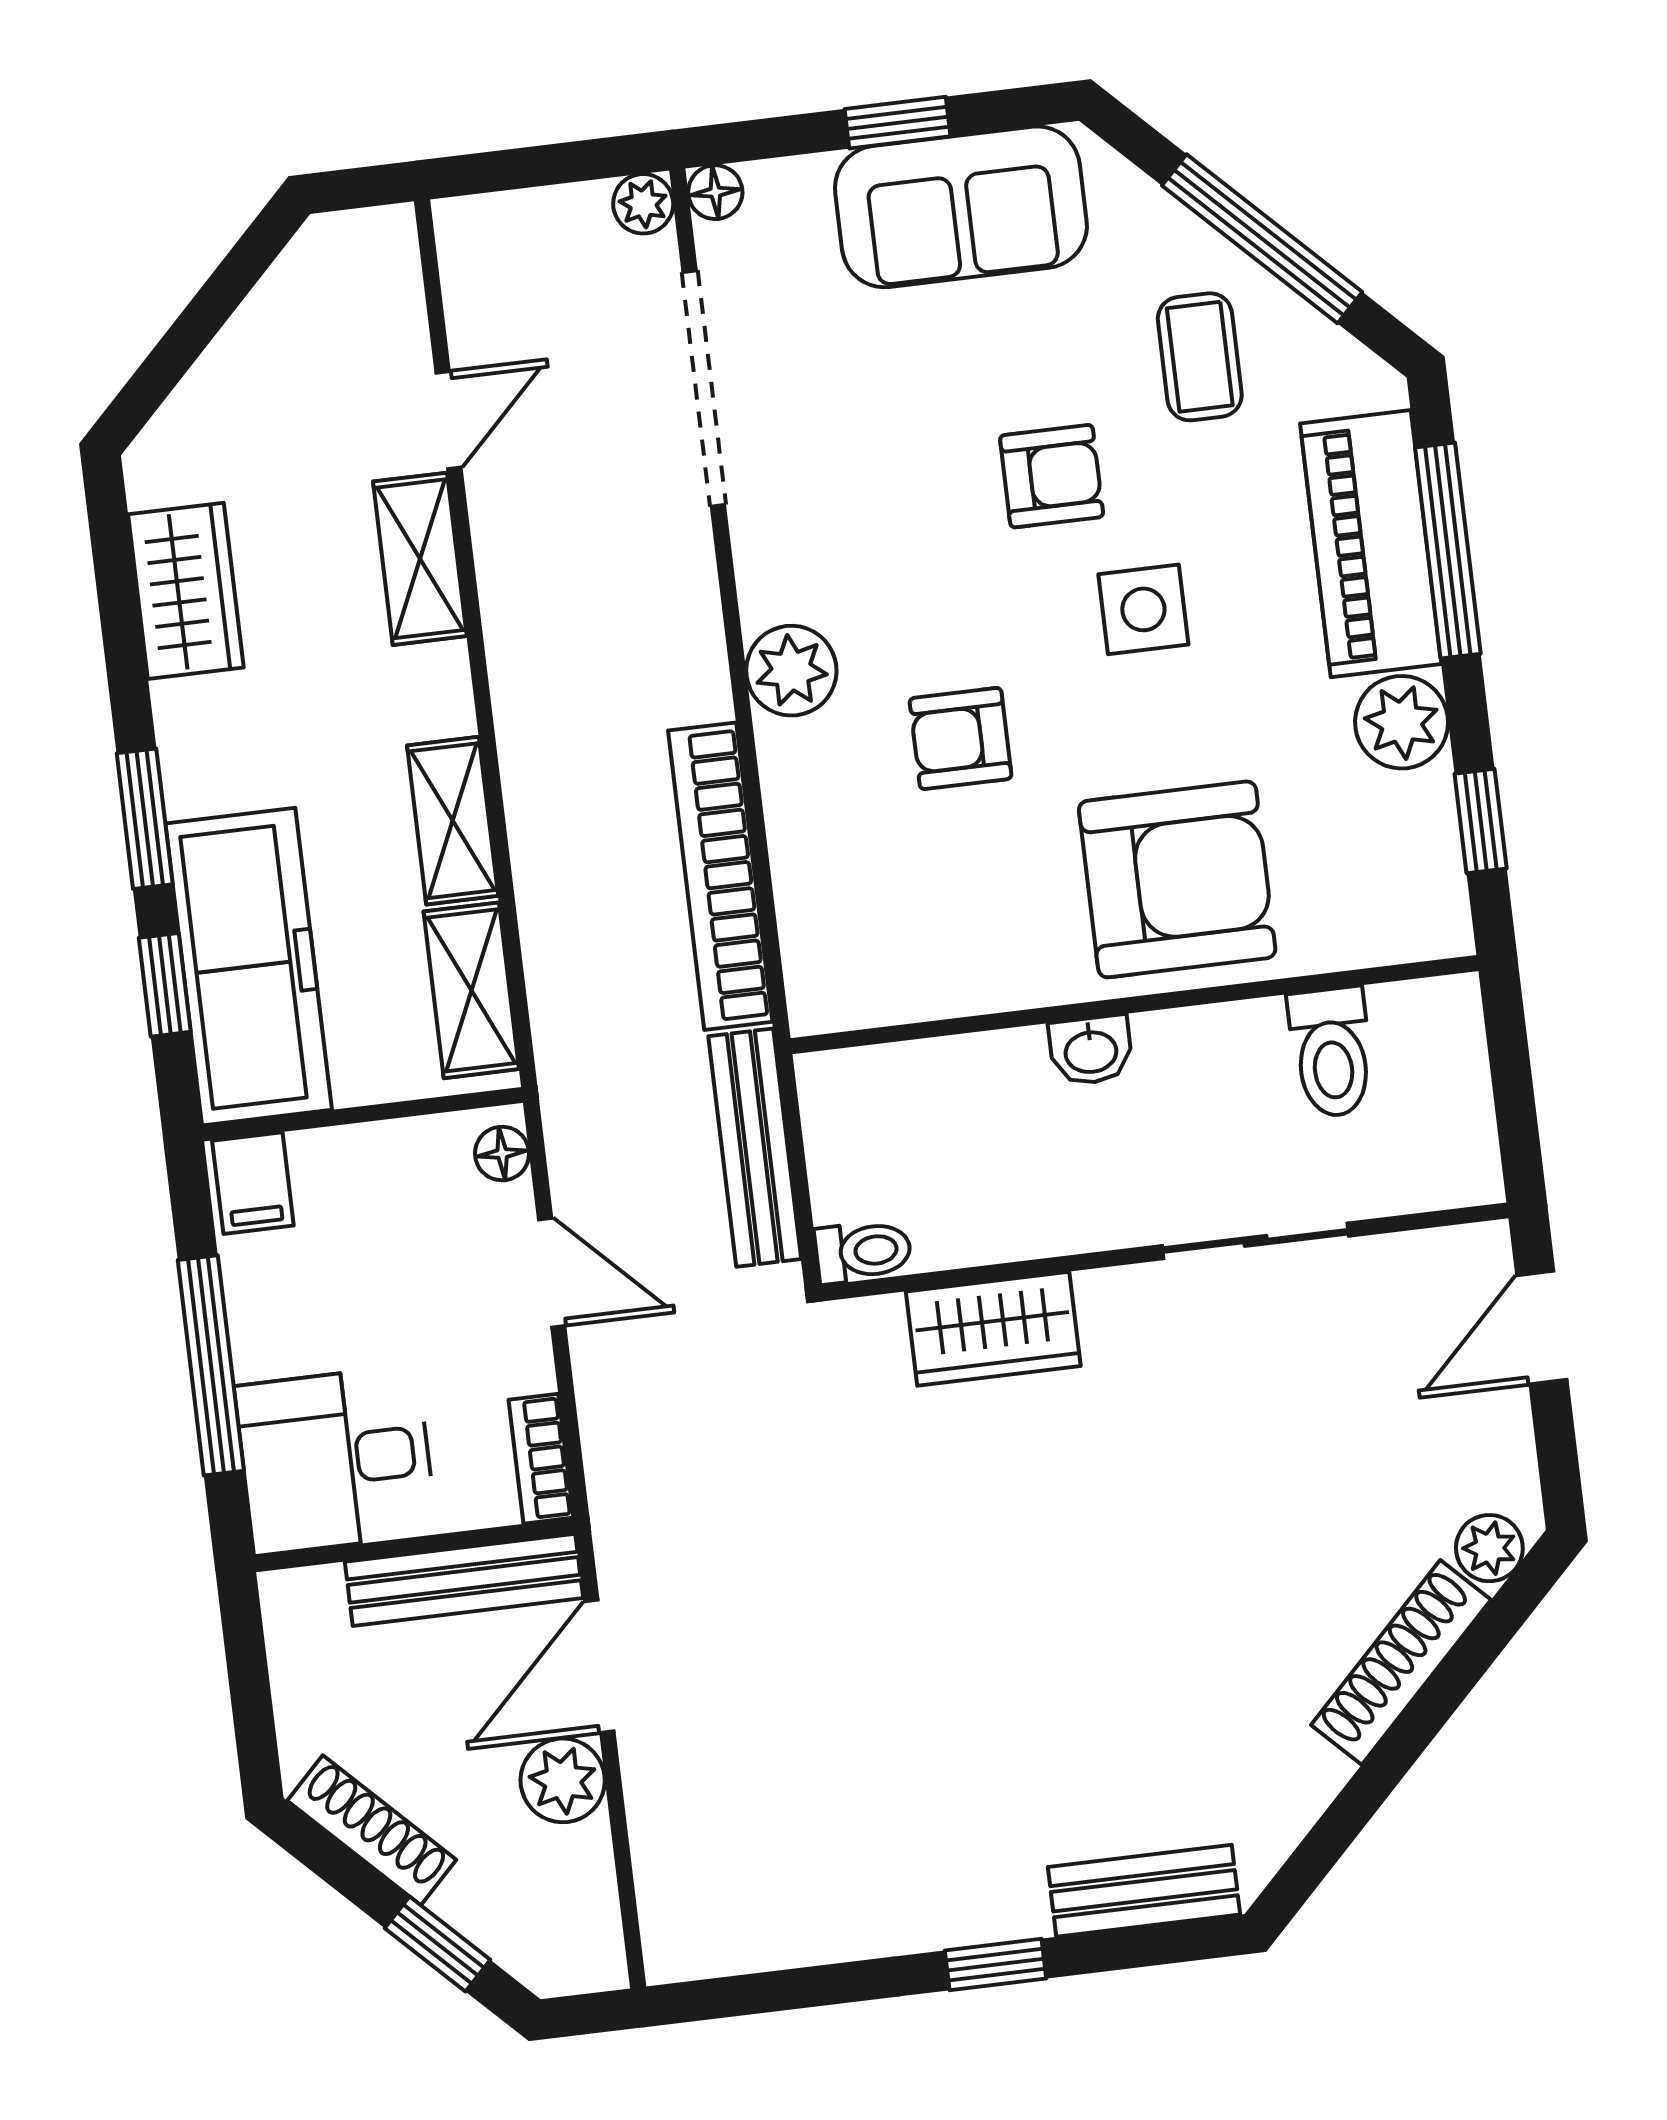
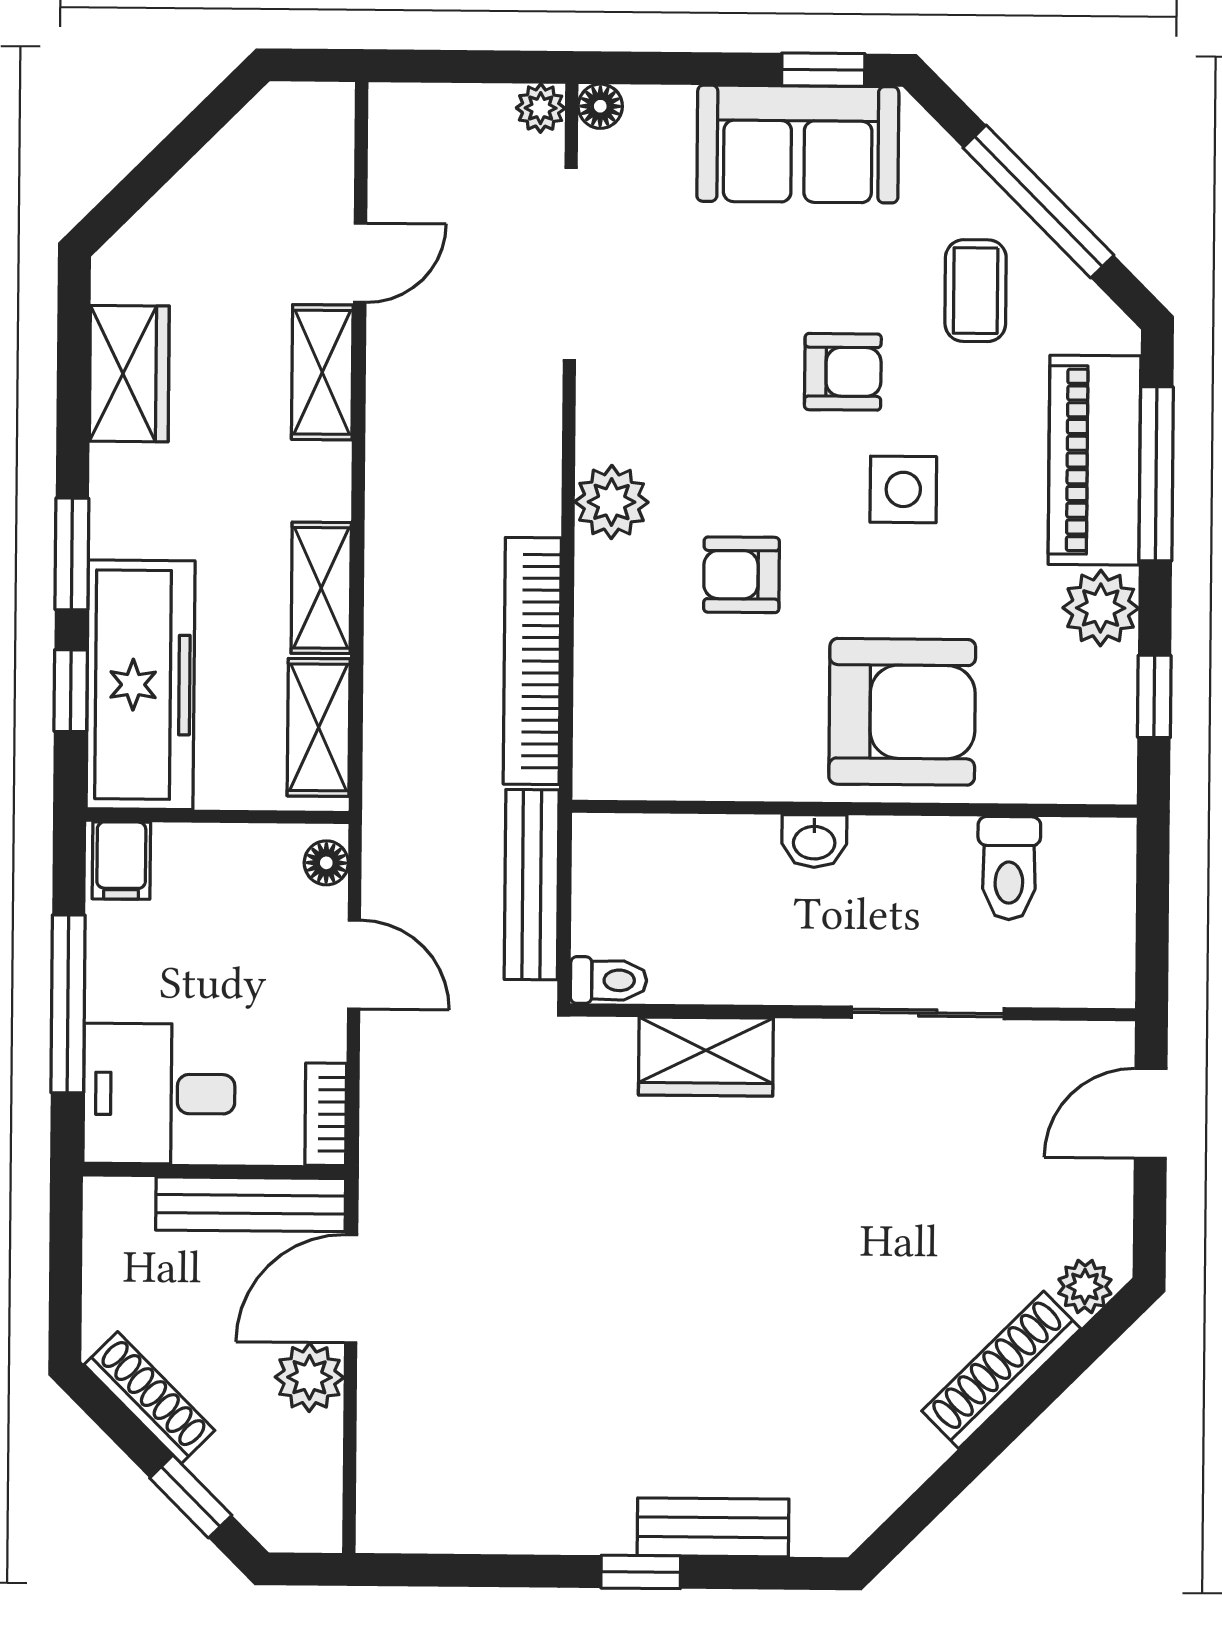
window: (898, 123) -> (823, 70), moved
bench: (1144, 1891) -> (713, 1527), moved

